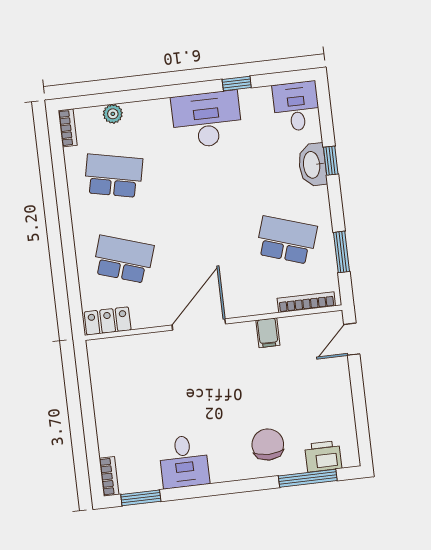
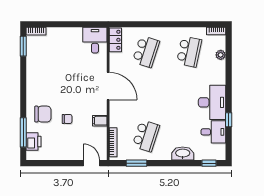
desk: (296, 106) -> (213, 132), moved
window: (331, 161) -> (209, 163), moved
chair: (272, 396) -> (67, 119), added
desk: (184, 462) -> (95, 40), moved, turned 90

